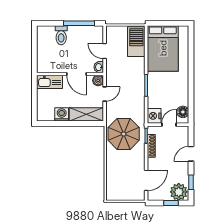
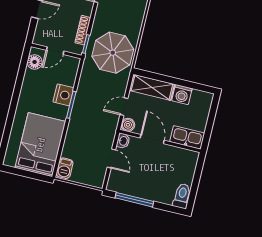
toilet: (61, 35) -> (182, 196), moved
barbecue: (136, 42) -> (65, 168), width x0.53, depth x0.65
nightstand: (154, 116) -> (63, 95), moved

